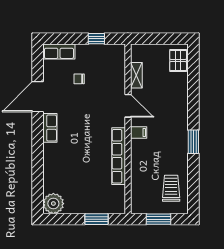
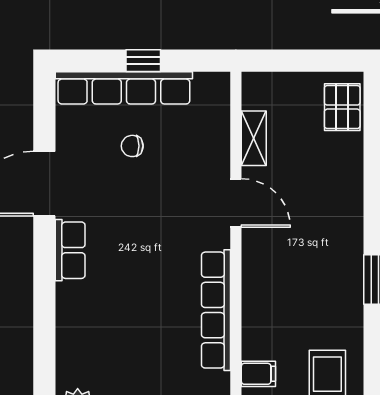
window: (96, 39) -> (143, 61), moved
row of seats: (59, 52) -> (124, 88), width x2.02
filing cabinet: (139, 133) -> (258, 374), moved

